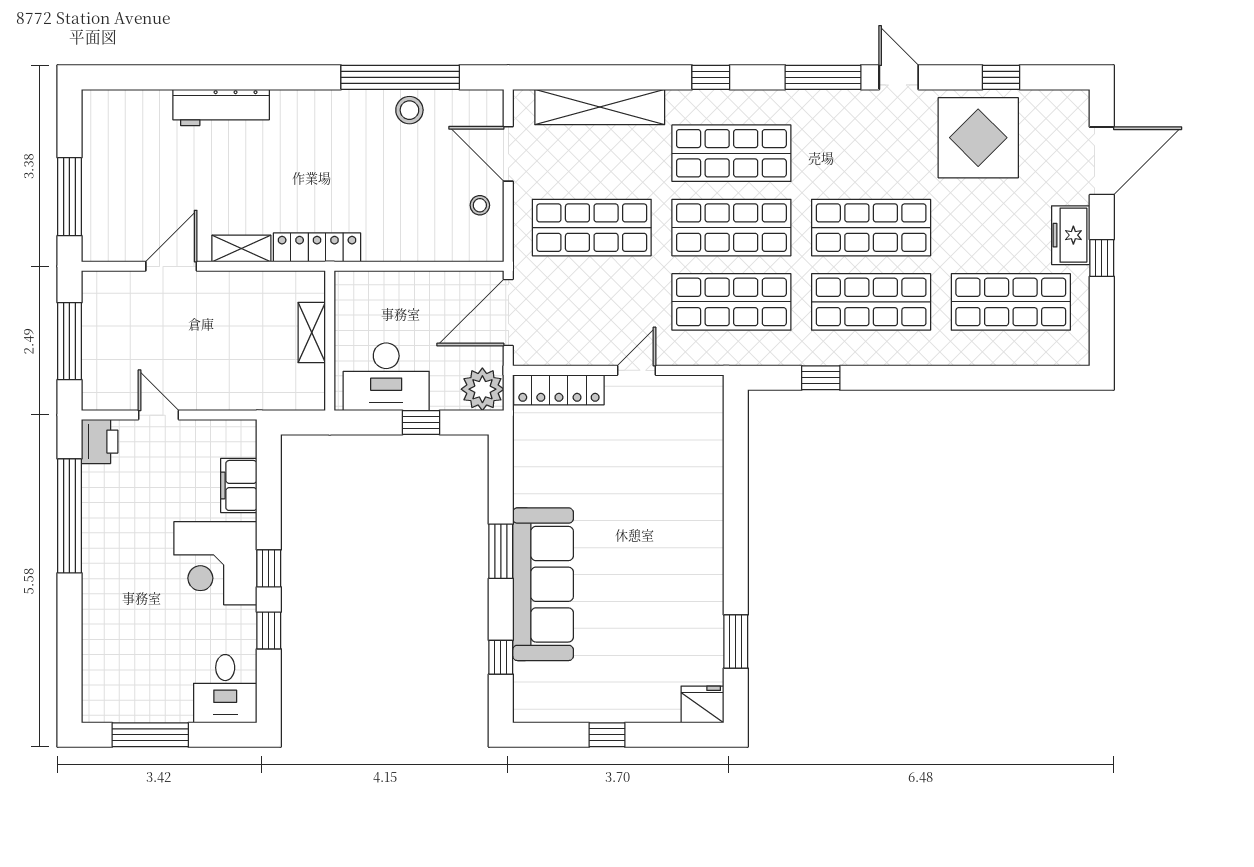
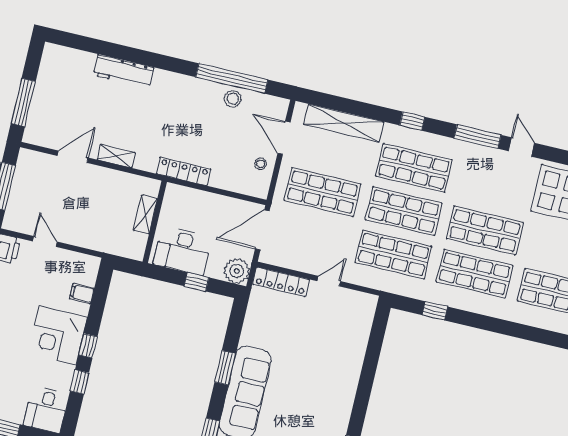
locker: (317, 247) -> (184, 171), moved
filing cabinet: (239, 485) -> (82, 293), width x0.50

